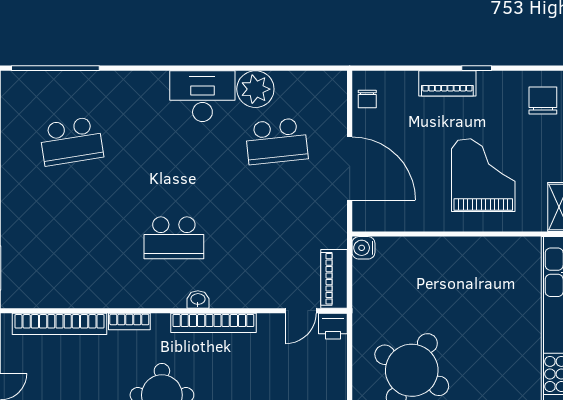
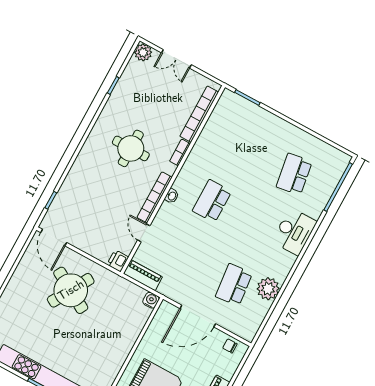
desk: (202, 96) -> (294, 232), moved
door: (301, 311) -> (144, 233), moved

